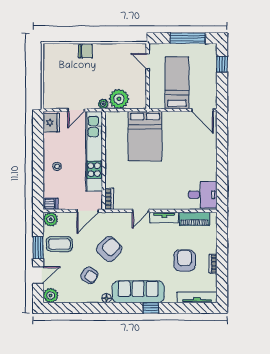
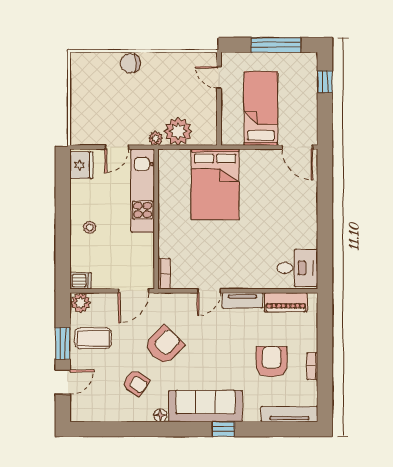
chair: (85, 51) -> (130, 63), turned 180
kitchen unit: (94, 151) -> (143, 191), width x0.73
plant: (51, 295) -> (80, 411), removed

